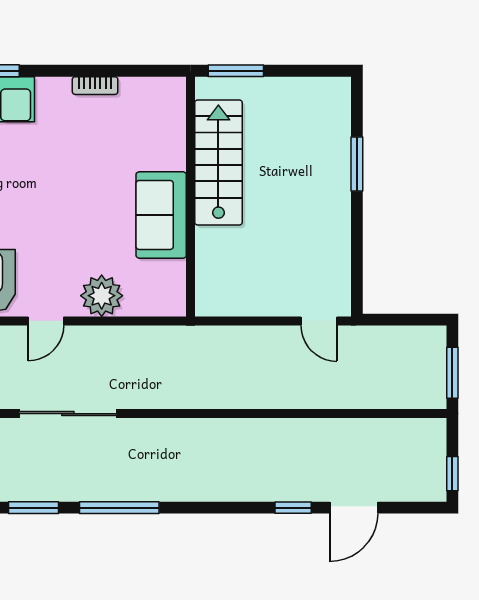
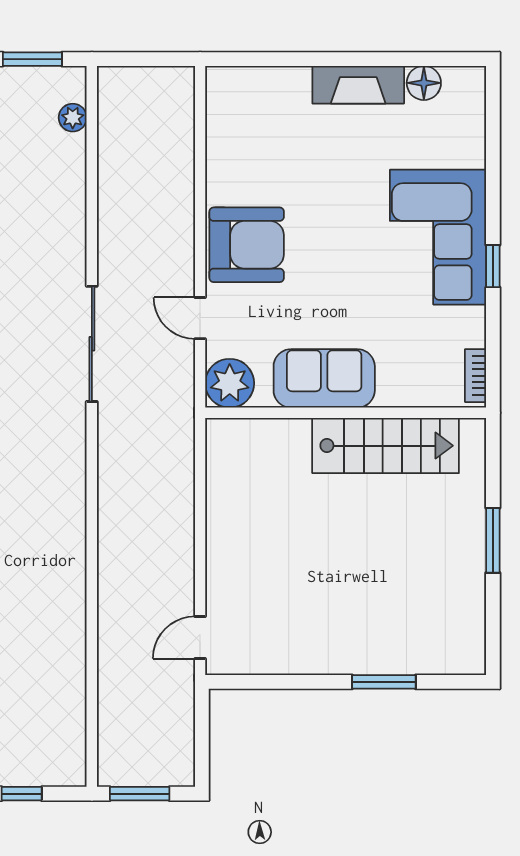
stairs: (218, 162) -> (386, 446), moved
wall: (191, 197) -> (346, 413), moved
sofa: (161, 215) -> (324, 378), moved

